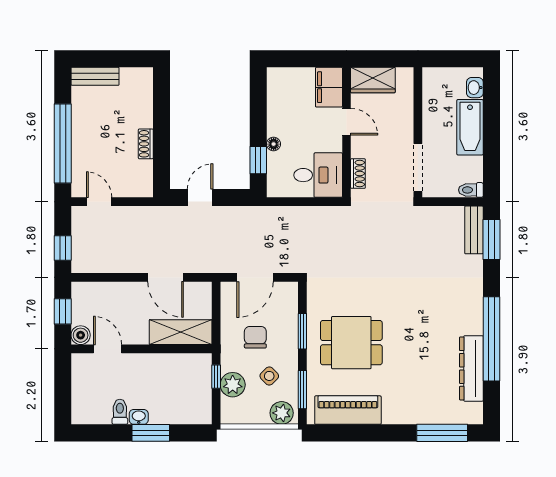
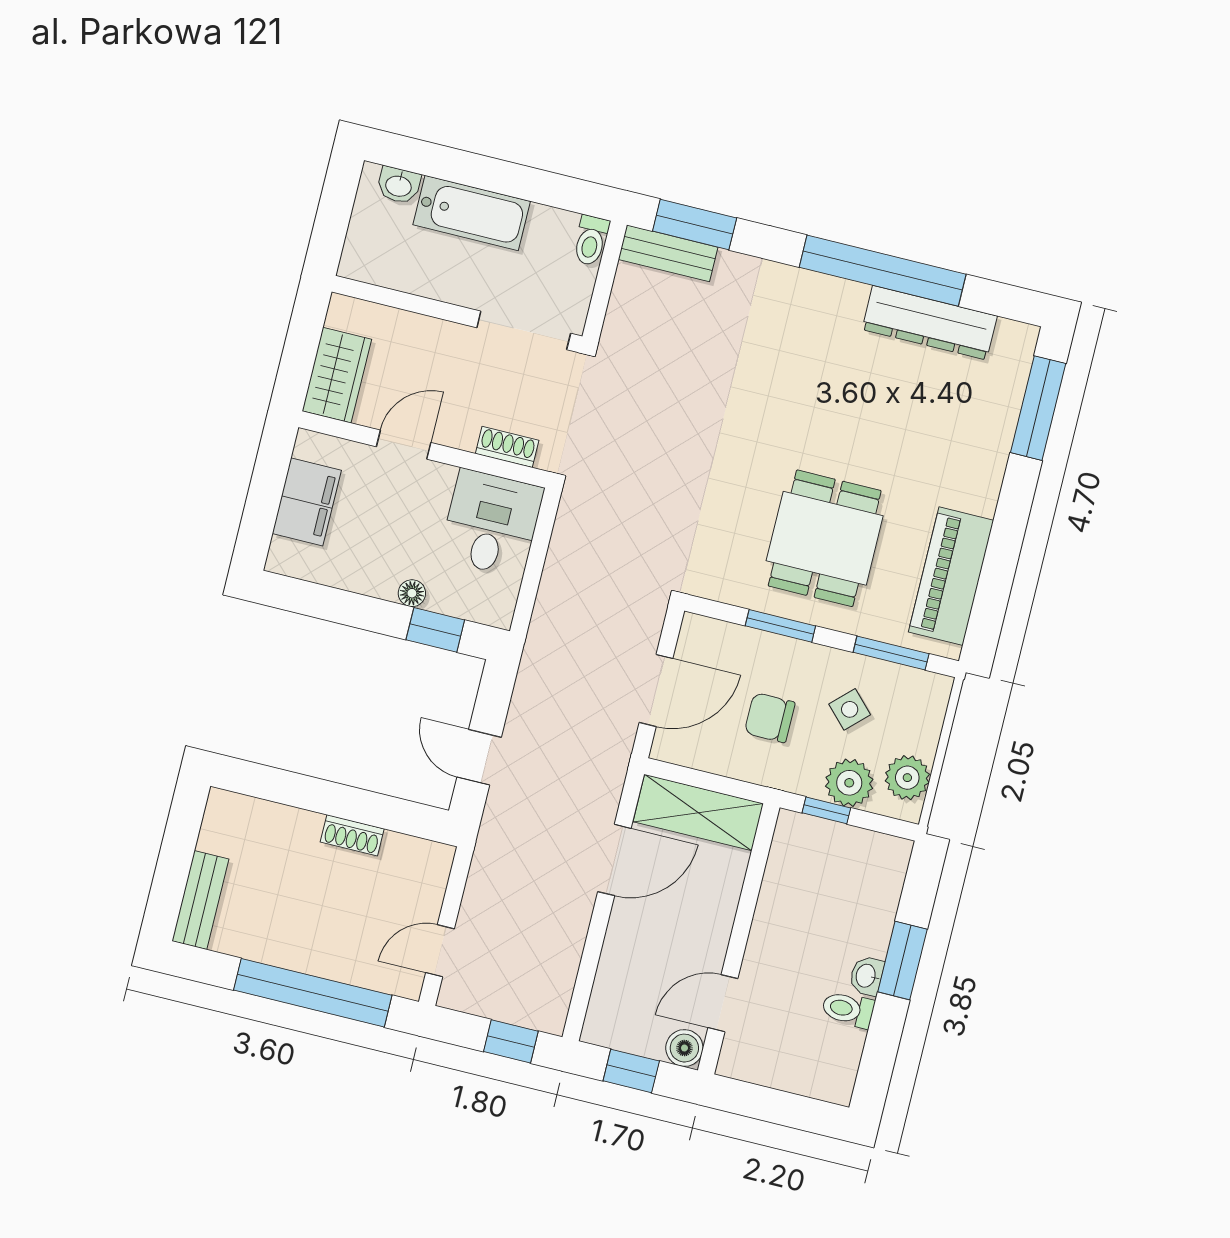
filing cabinet: (329, 87) -> (307, 502), moved, turned -90
door: (255, 277) -> (656, 690), hinge flipped
shelving: (181, 332) -> (698, 813), moved, turned 90
plant: (282, 413) -> (907, 778), moved

